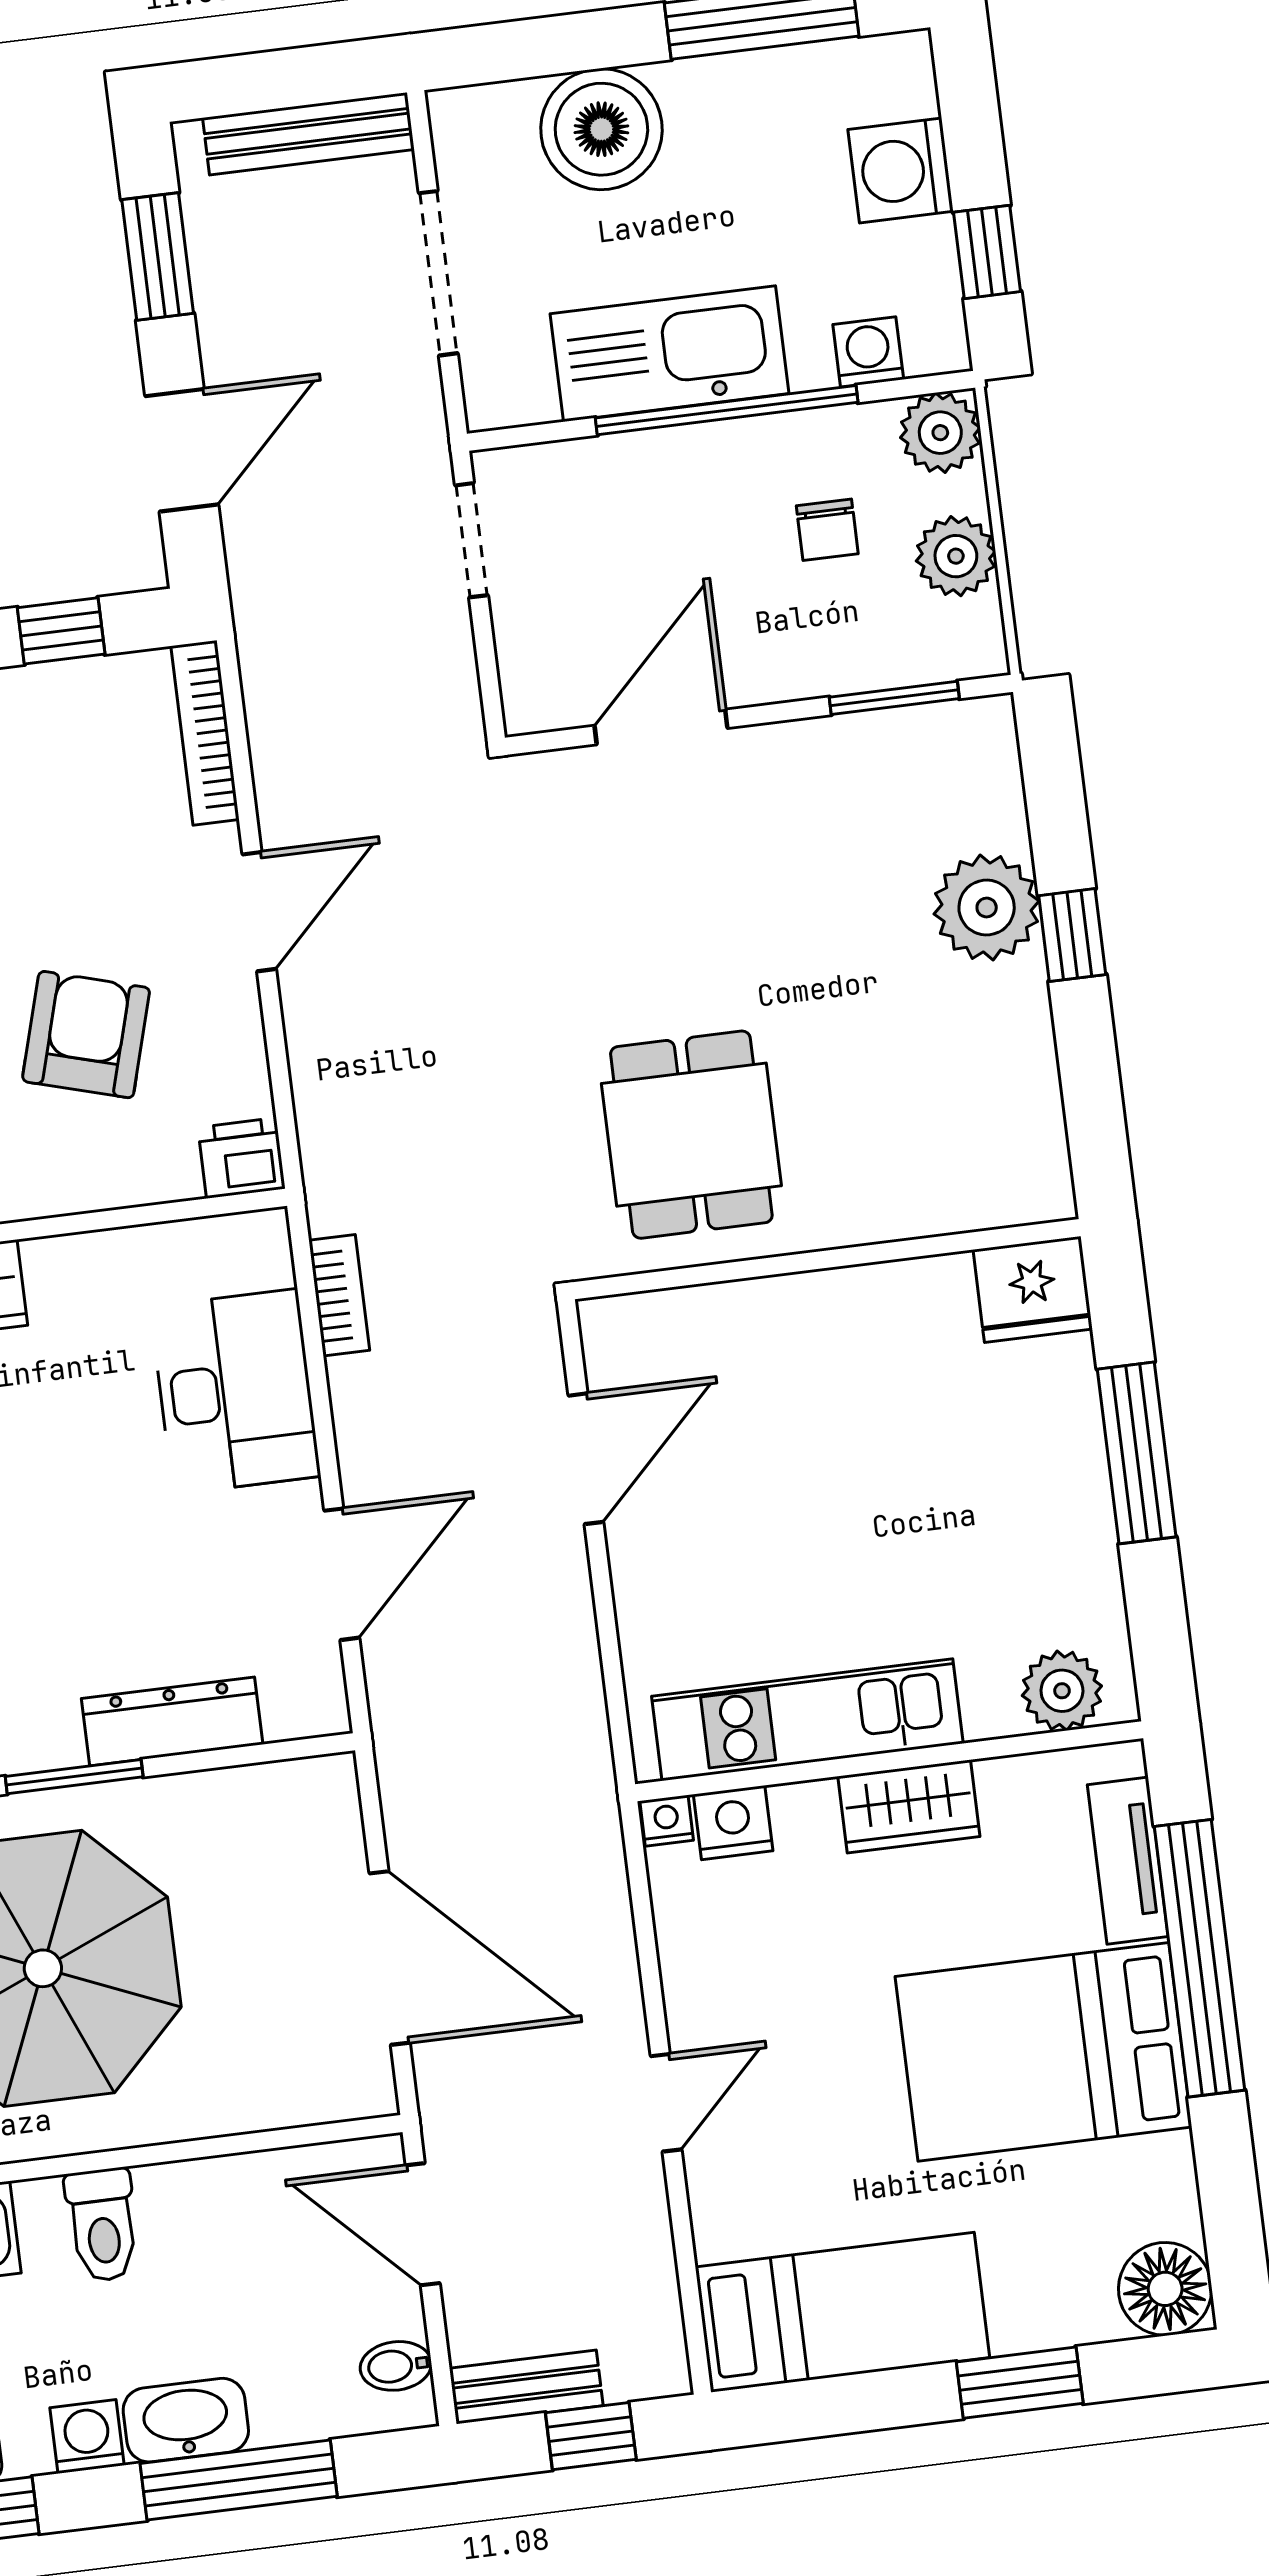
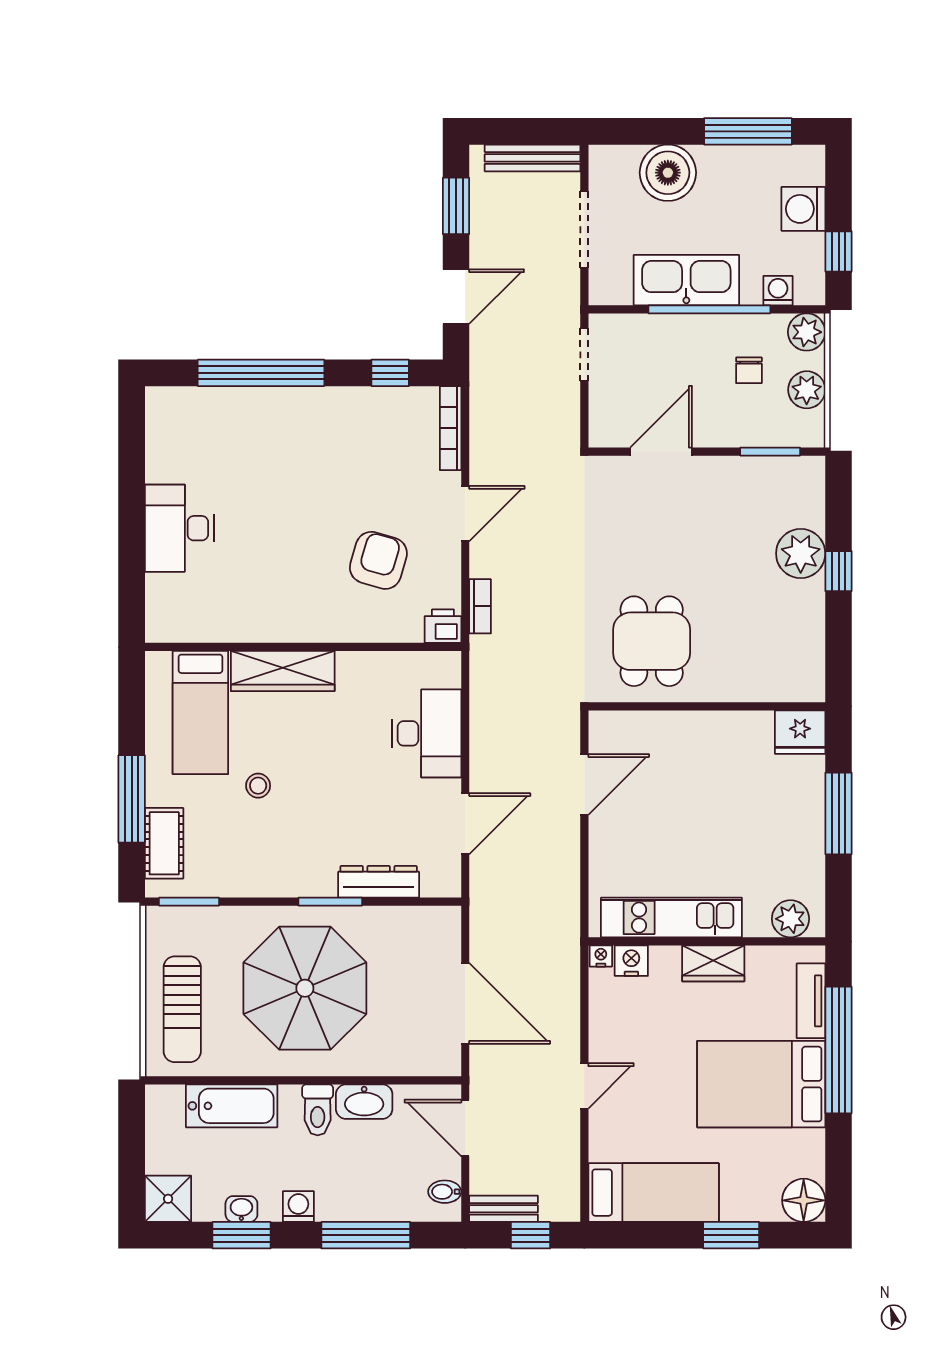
bookcase: (339, 1295) -> (480, 606), moved
washbasin: (186, 2420) -> (364, 1102), moved, turned 180

